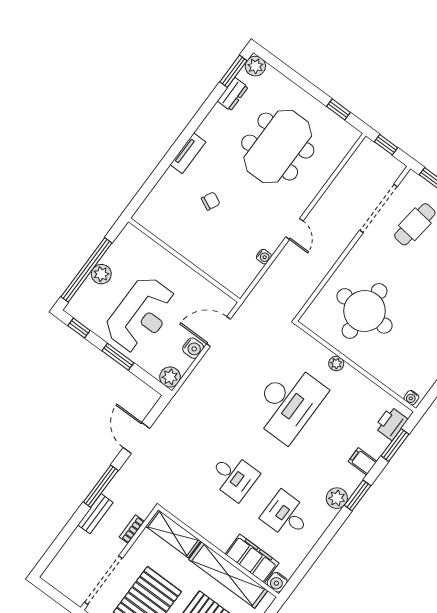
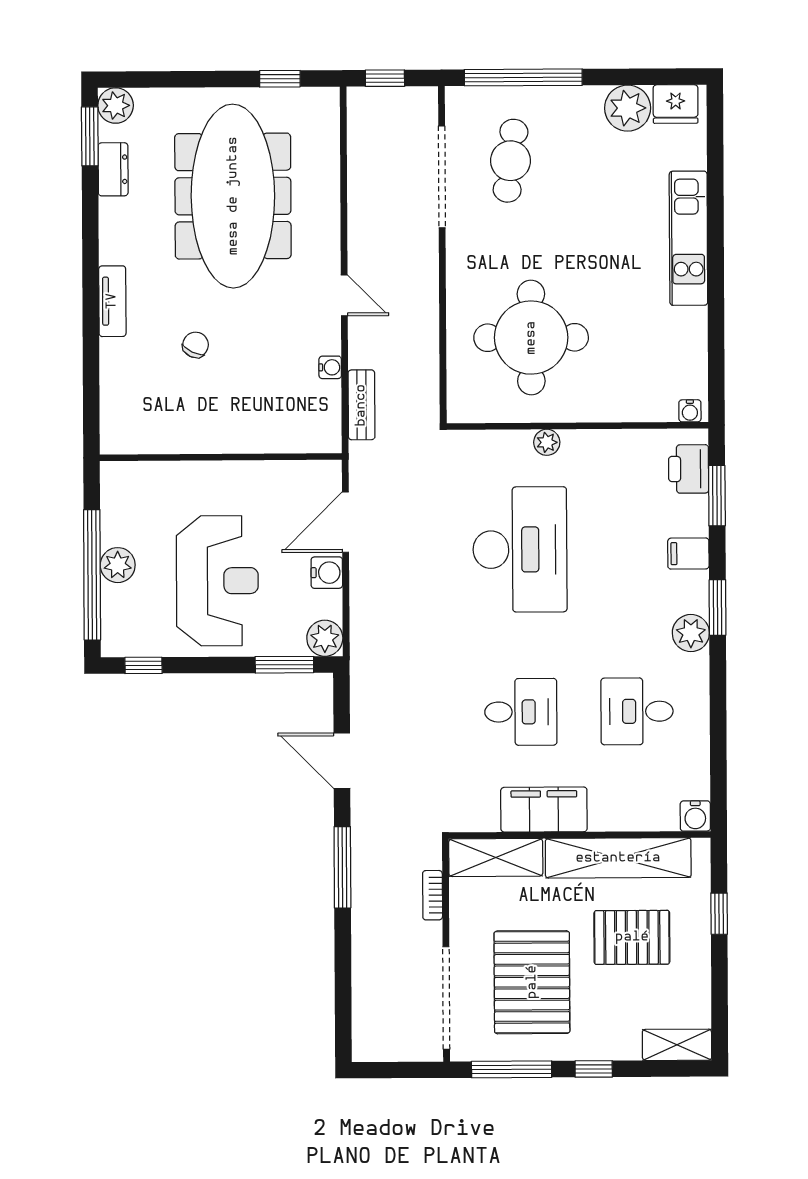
meeting table: (278, 147) -> (233, 196), width x1.36
window: (118, 357) -> (284, 665), moved
bench: (95, 514) -> (361, 405), moved
filing cabinet: (252, 558) -> (544, 810), moved

